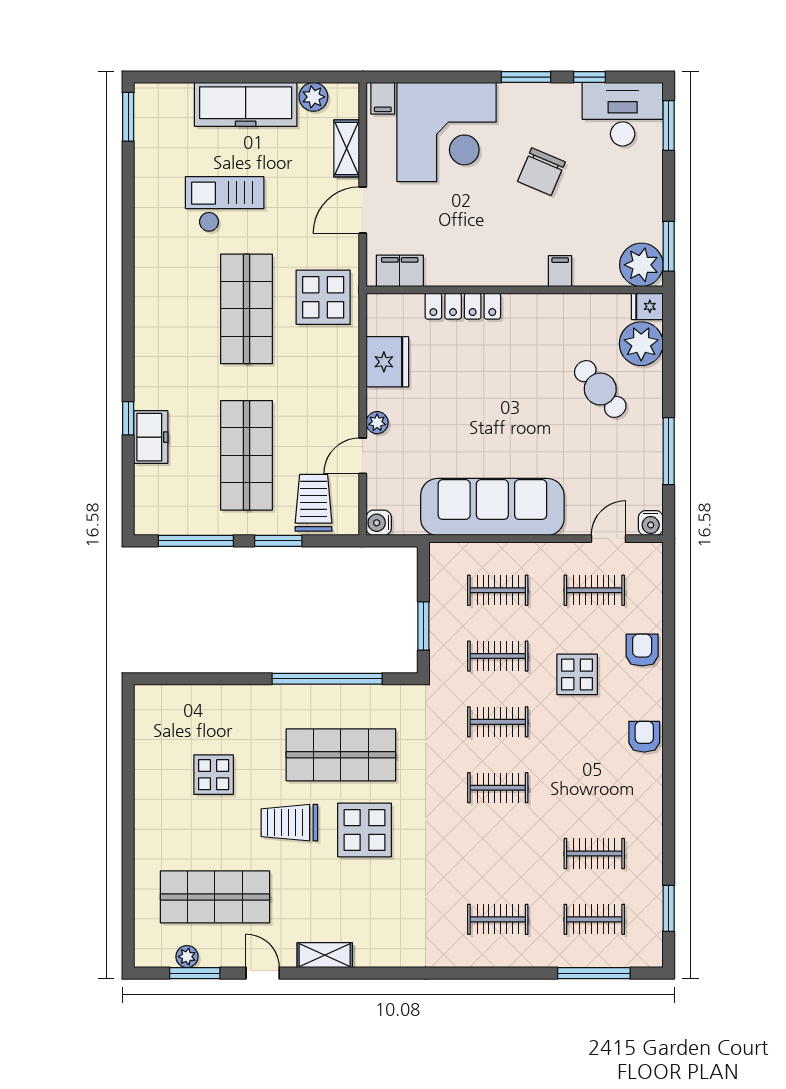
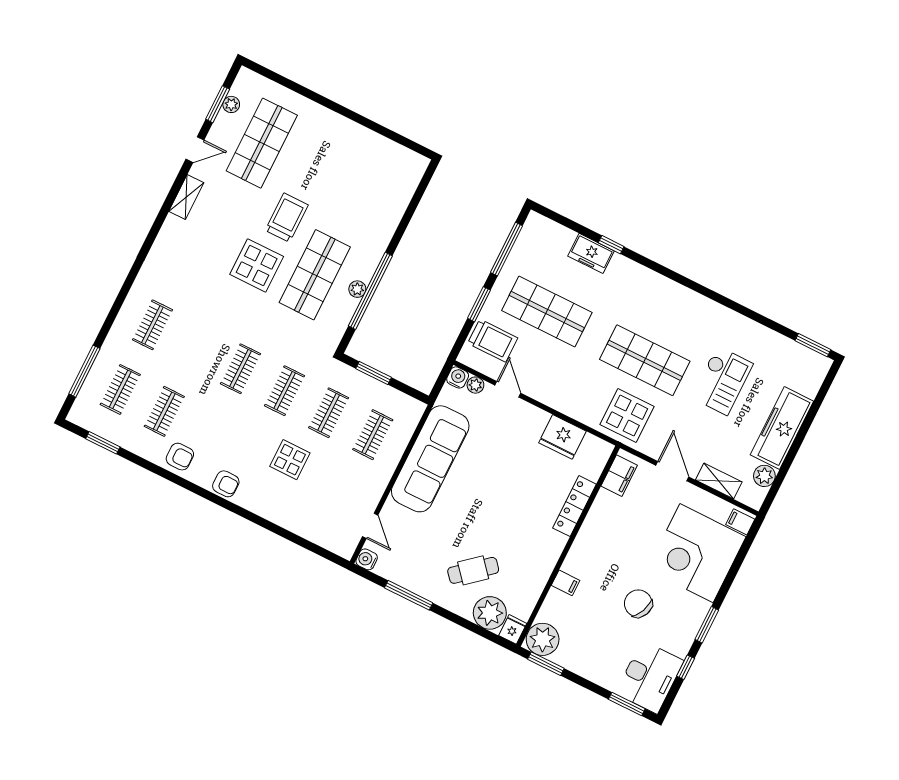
plant: (377, 423) -> (475, 385), moved
clothes rail: (594, 590) -> (340, 499), removed
armchair: (642, 650) -> (180, 457), moved
plant: (333, 695) -> (357, 289), added
display table: (214, 775) -> (344, 183), removed

